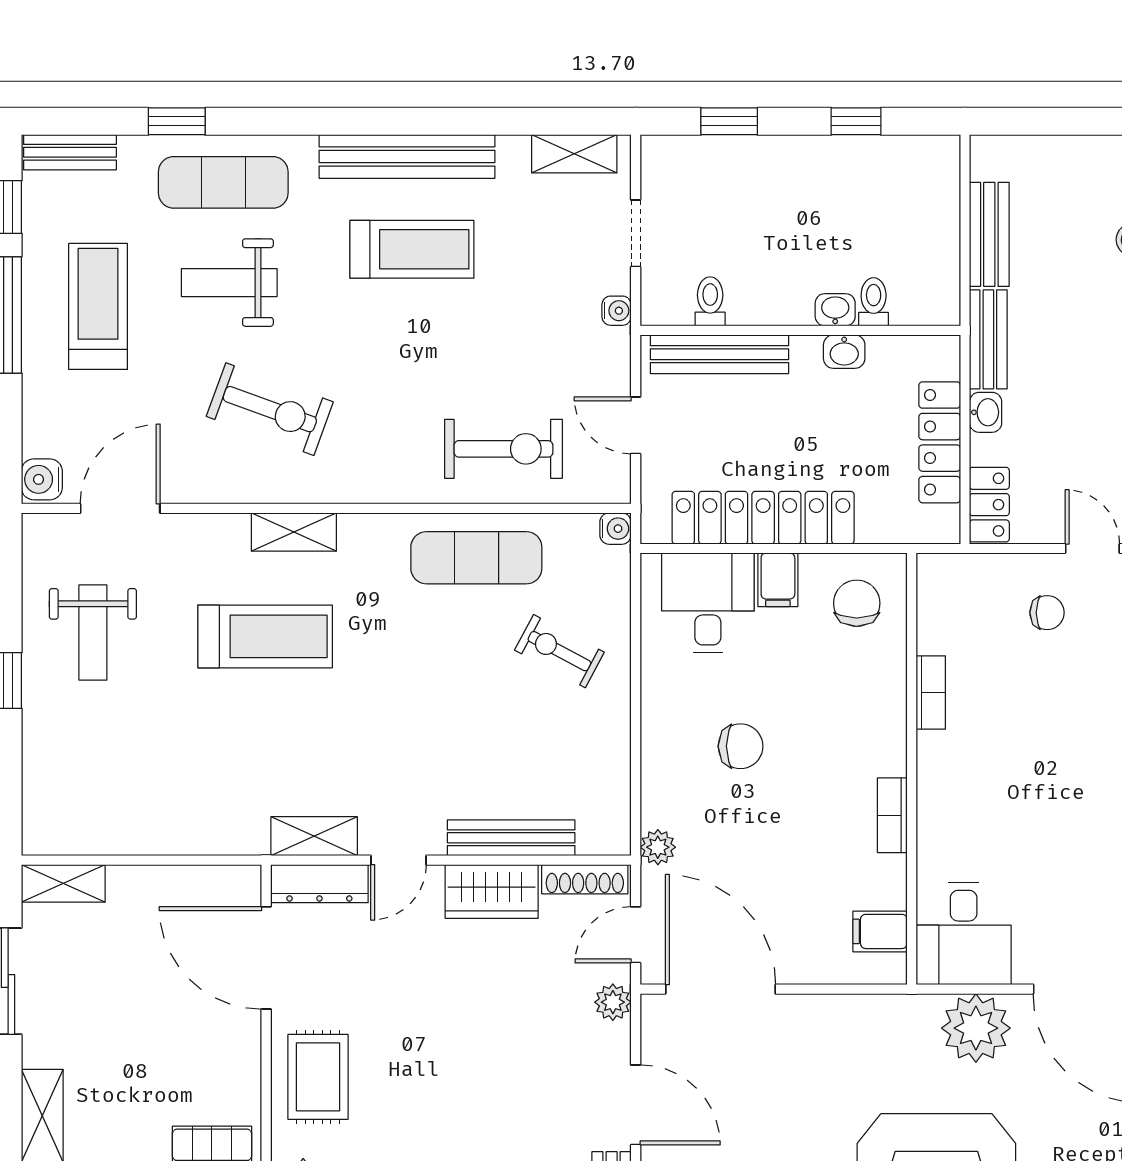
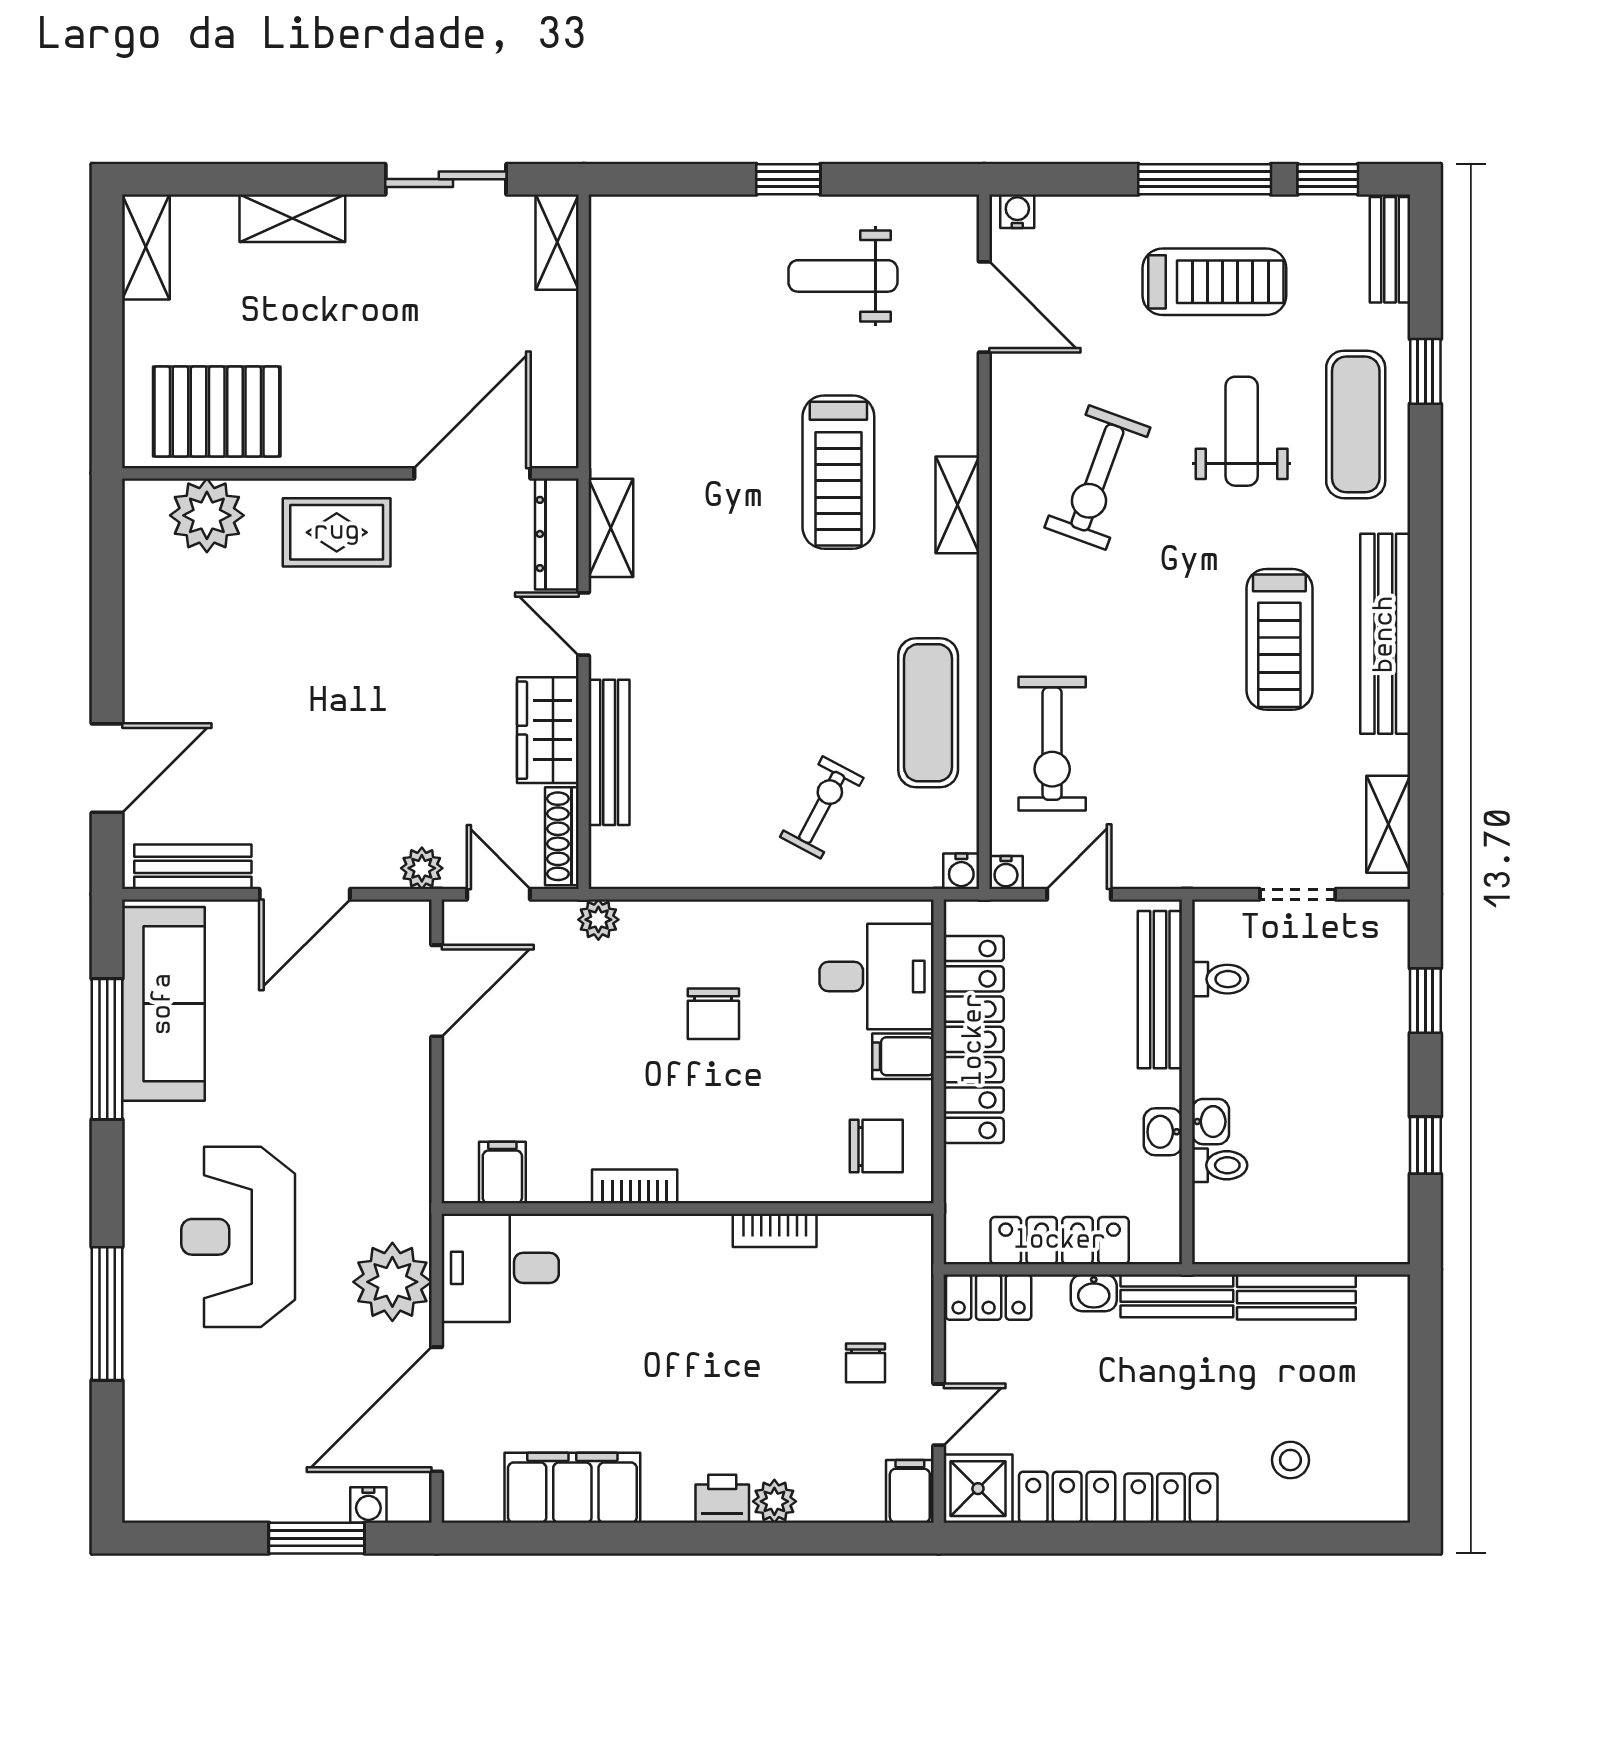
water cooler: (617, 311) -> (1006, 872), moved
water cooler: (42, 479) -> (1017, 211), width x0.72, depth x0.72
door: (721, 989) -> (437, 991), width x0.73

